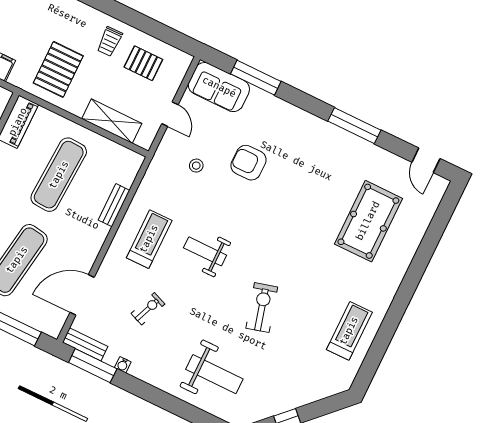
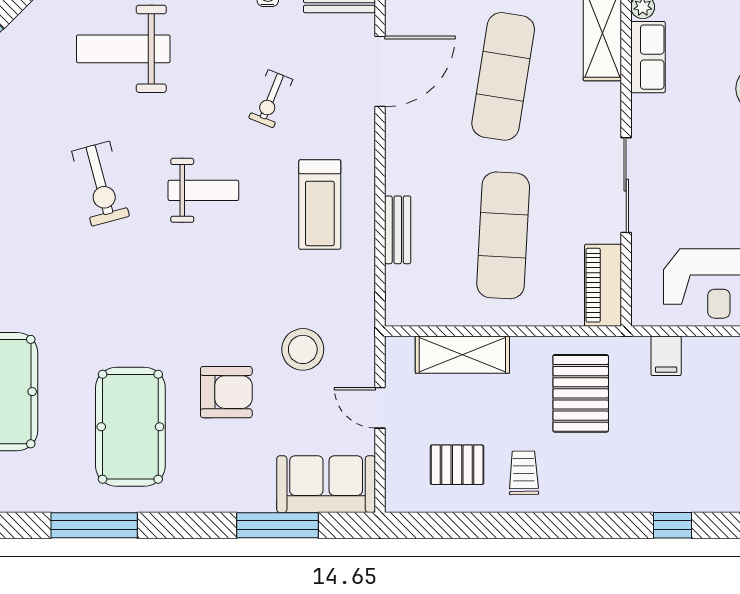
stool: (196, 166) -> (303, 349), width x1.89, depth x1.89
pool table: (309, 169) -> (130, 427), added
weight bench: (205, 251) -> (203, 190), moved

